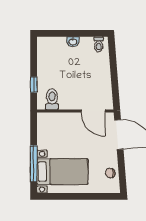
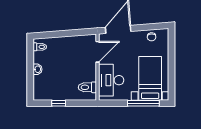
window: (34, 85) -> (59, 103), moved
desk: (60, 127) -> (111, 80), added

